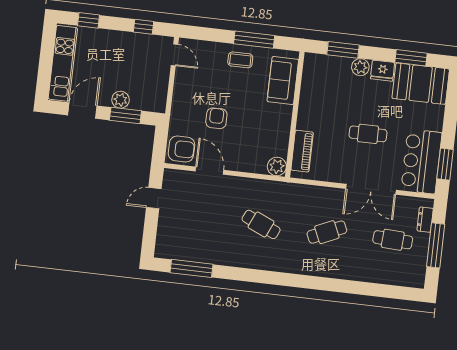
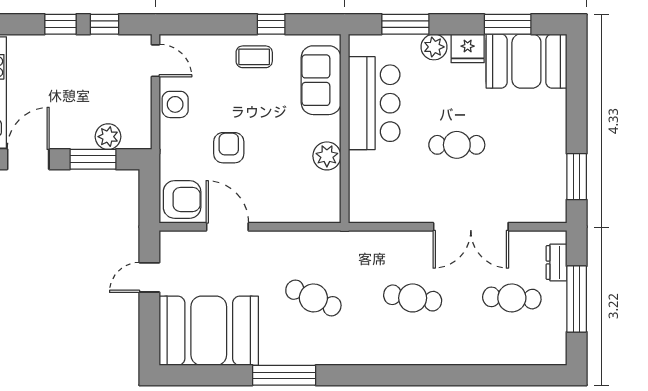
window: (88, 20) -> (61, 24), moved
window: (254, 40) -> (271, 24), width x0.46
side table: (184, 85) -> (175, 104), added
plant: (121, 100) -> (108, 137), moved
piano: (302, 151) -> (362, 182), removed
bar counter: (421, 161) -> (374, 103), moved, turned 180
plant: (277, 167) -> (327, 156), moved
cafe table: (327, 232) -> (413, 298), turned 33
booth: (189, 238) -> (209, 331), added
window: (192, 268) -> (284, 375), moved

